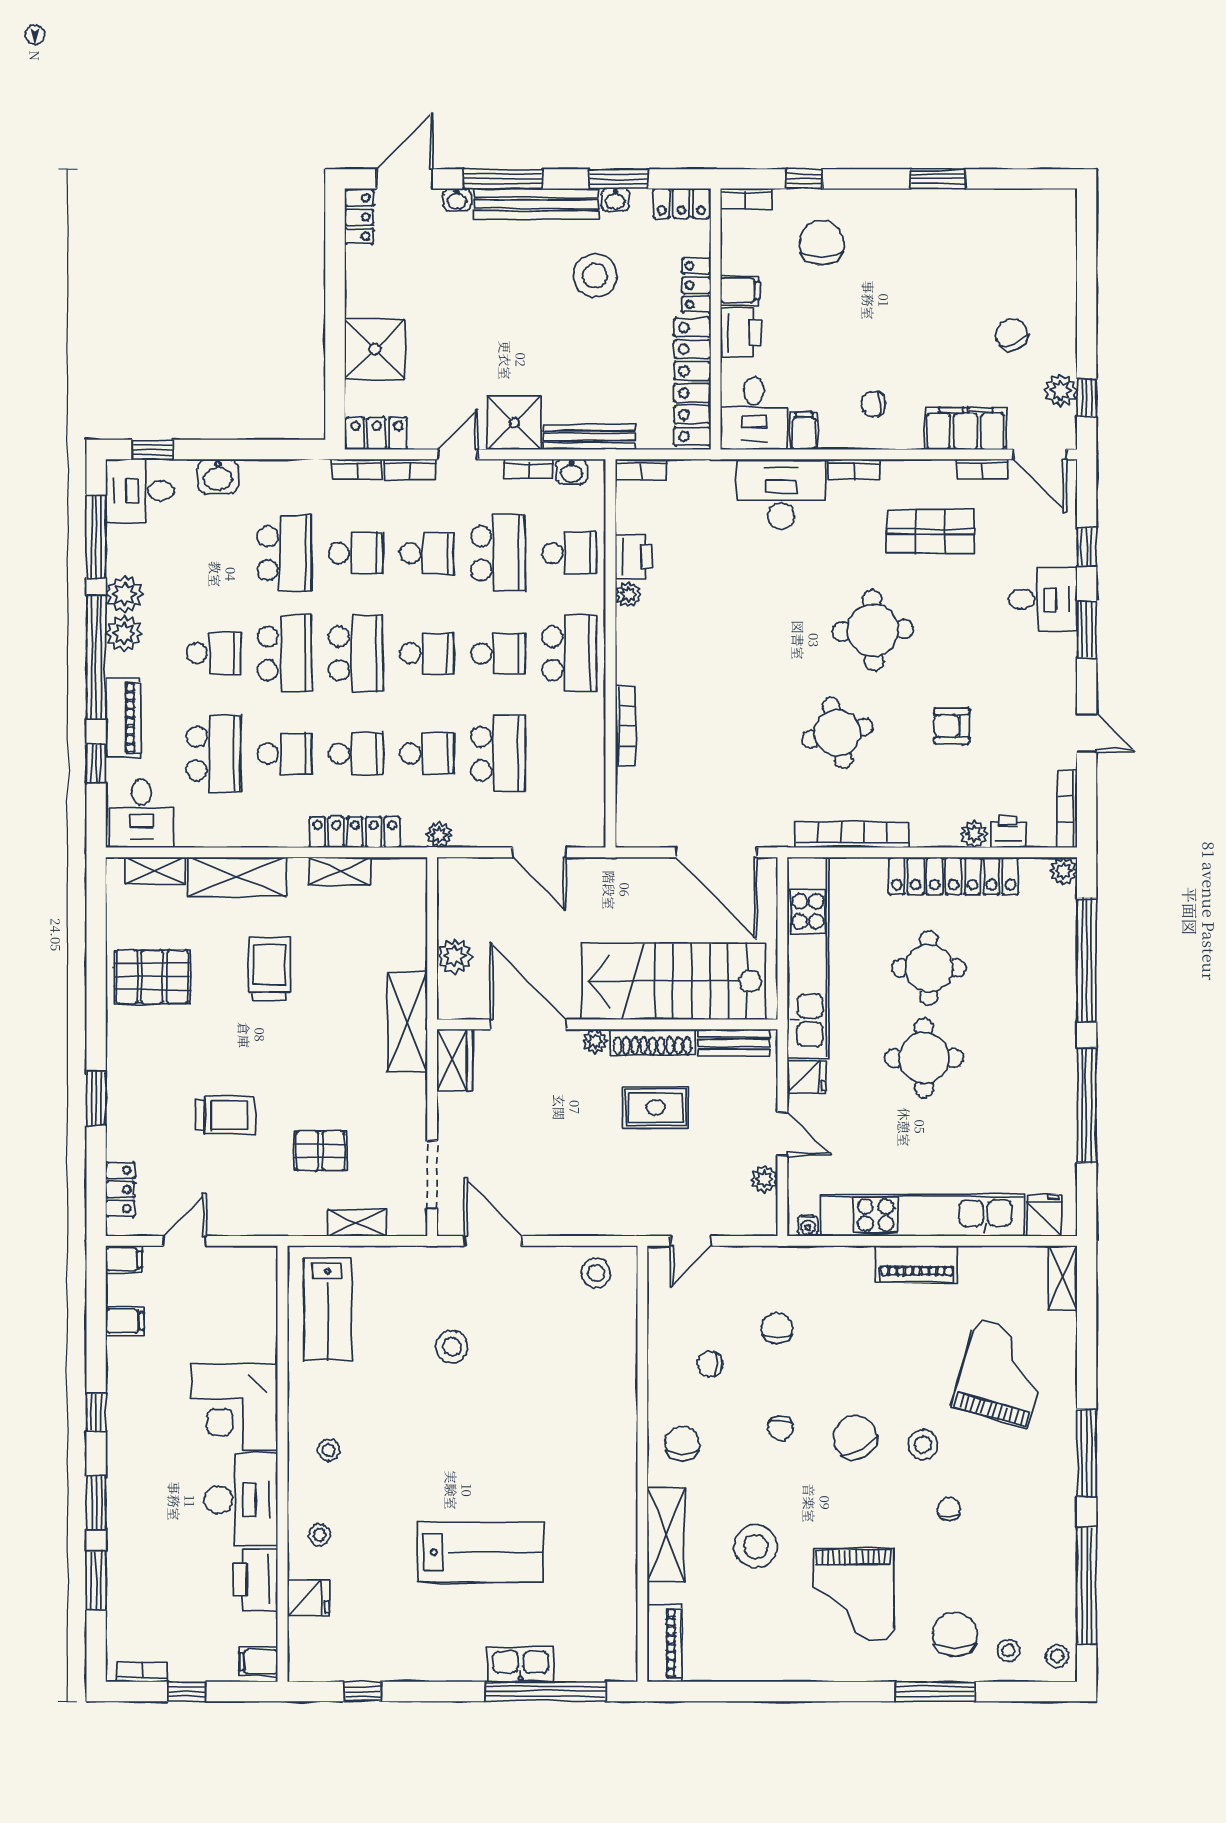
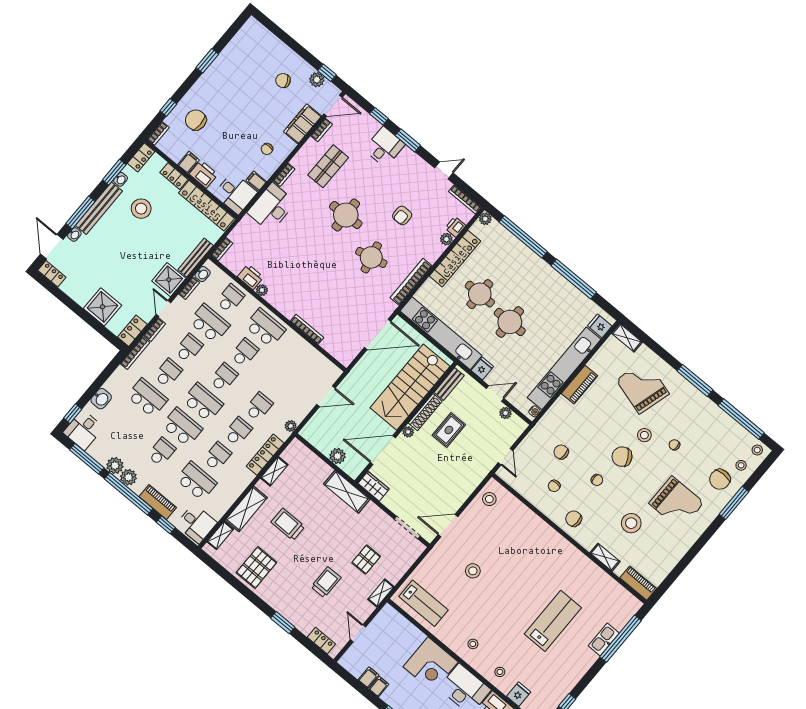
bookcase: (357, 469) -> (135, 353), width x1.56
school desk: (498, 754) -> (279, 382), removed
shelving: (357, 1223) -> (381, 593), moved
filing cabinet: (124, 1259) -> (379, 687), moved
shelving: (666, 1535) -> (605, 557), width x0.67, depth x0.75
chair: (955, 1634) -> (720, 479), turned -90

